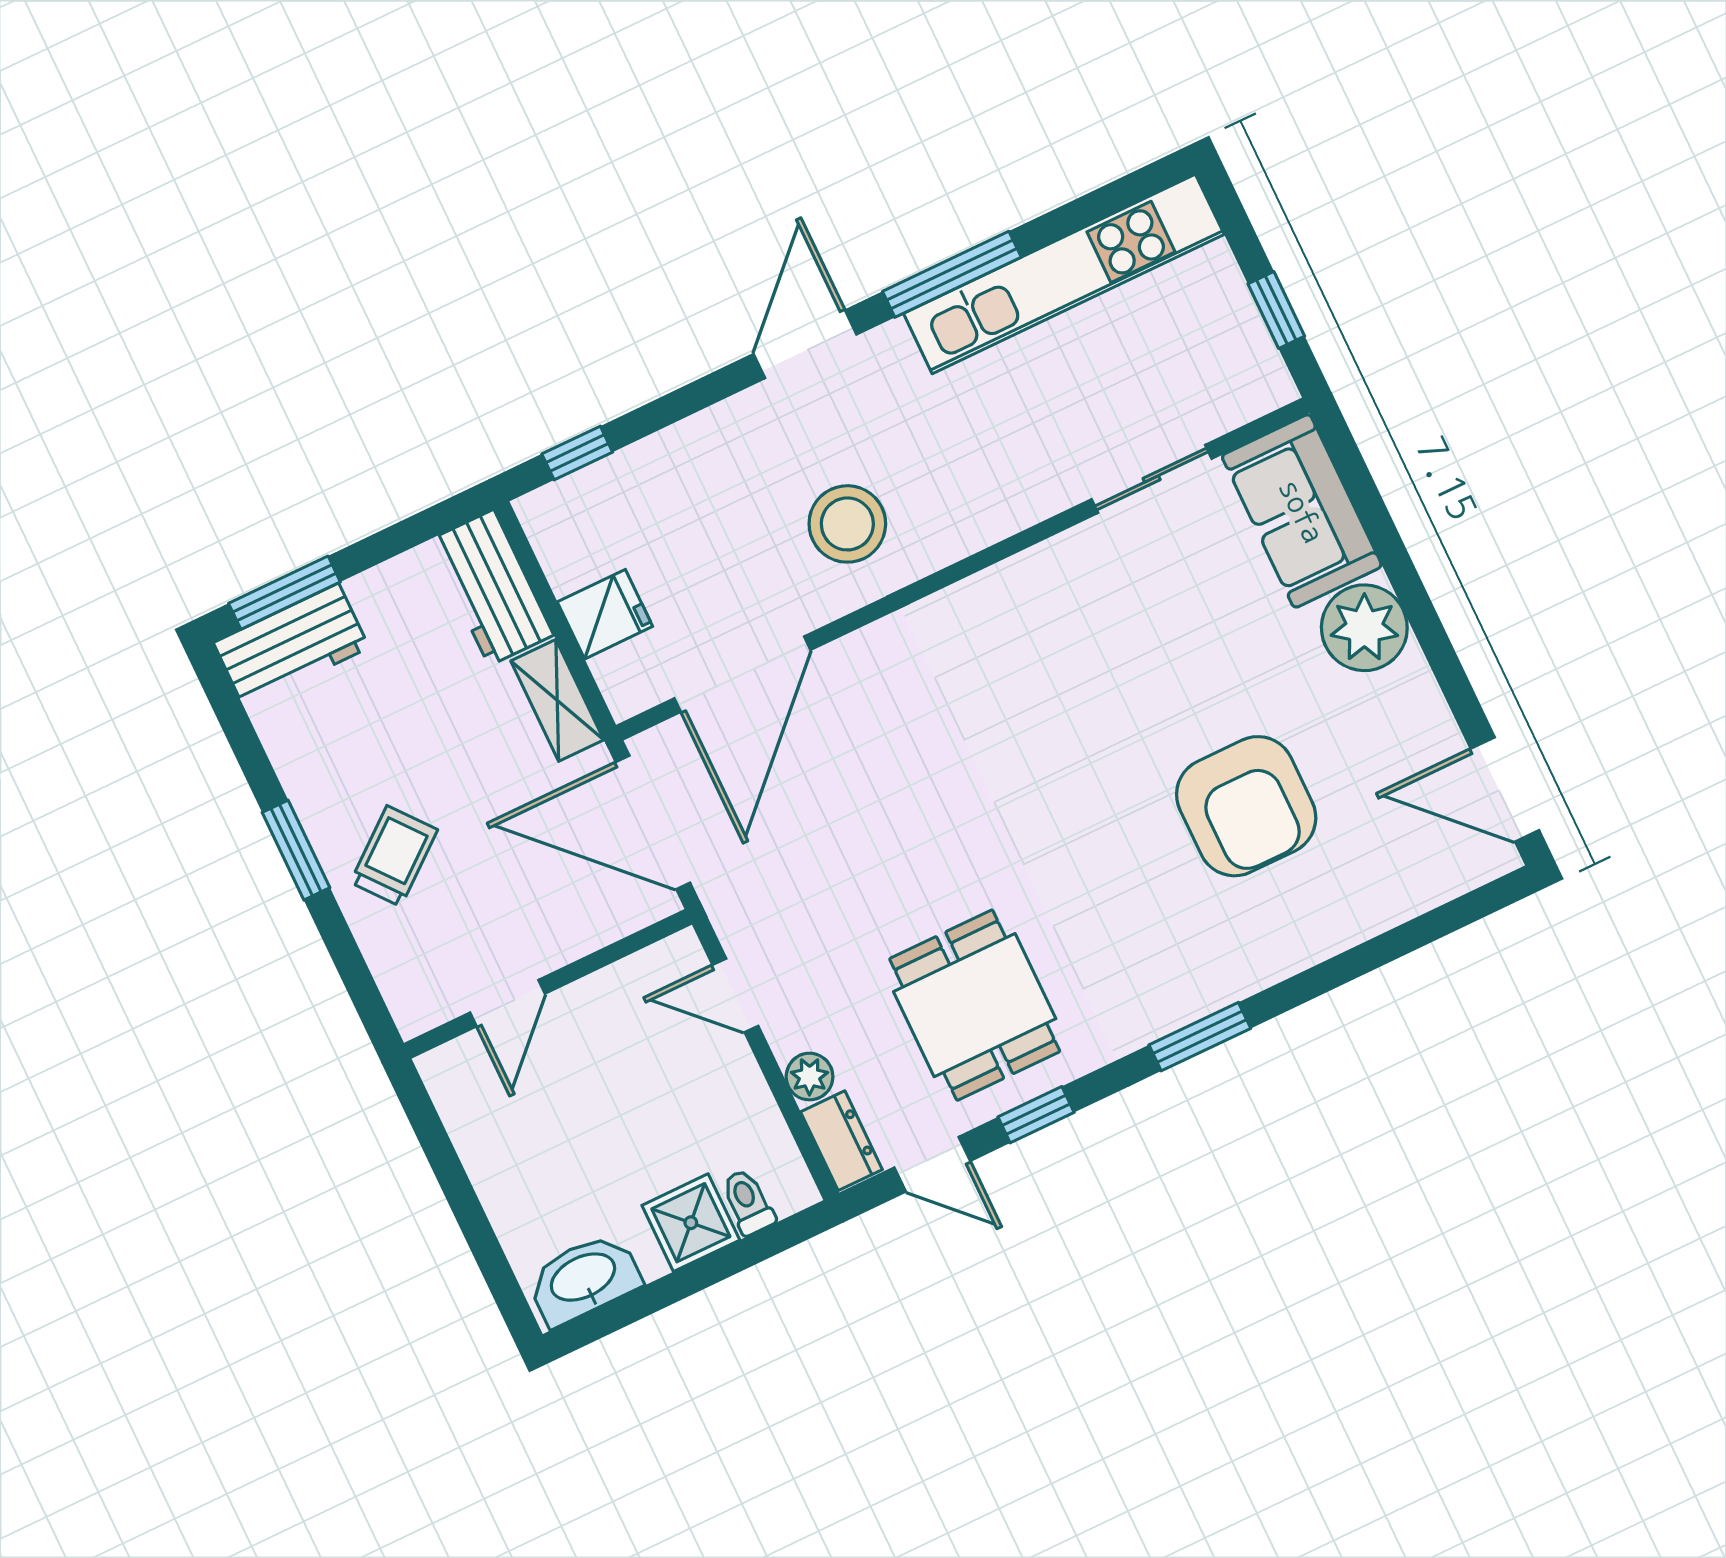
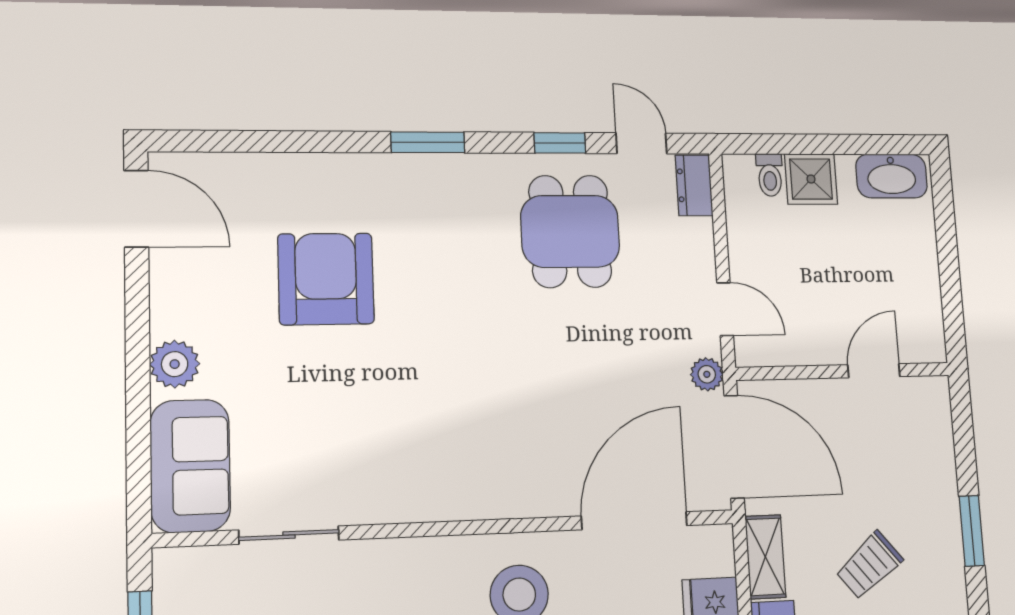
plant: (1364, 628) -> (175, 364), width x0.73, depth x0.73
trolley: (394, 856) -> (869, 565), moved
plant: (810, 1077) -> (707, 374), moved

